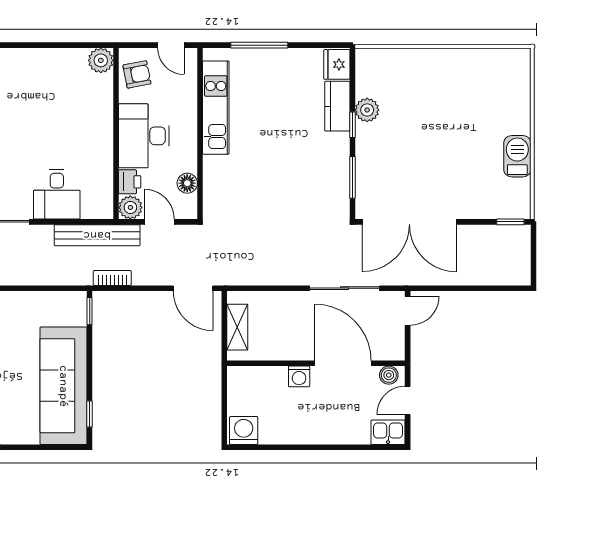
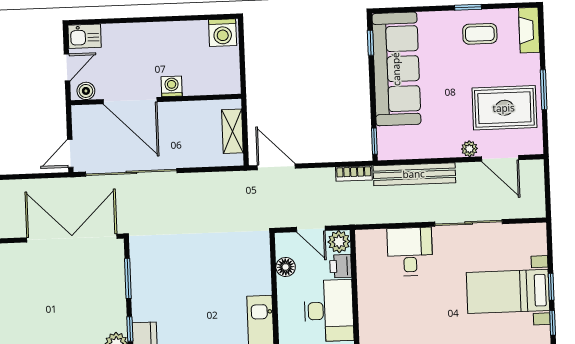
bench: (97, 235) -> (414, 174), moved
sliding door: (345, 288) -> (131, 172), width x1.36

